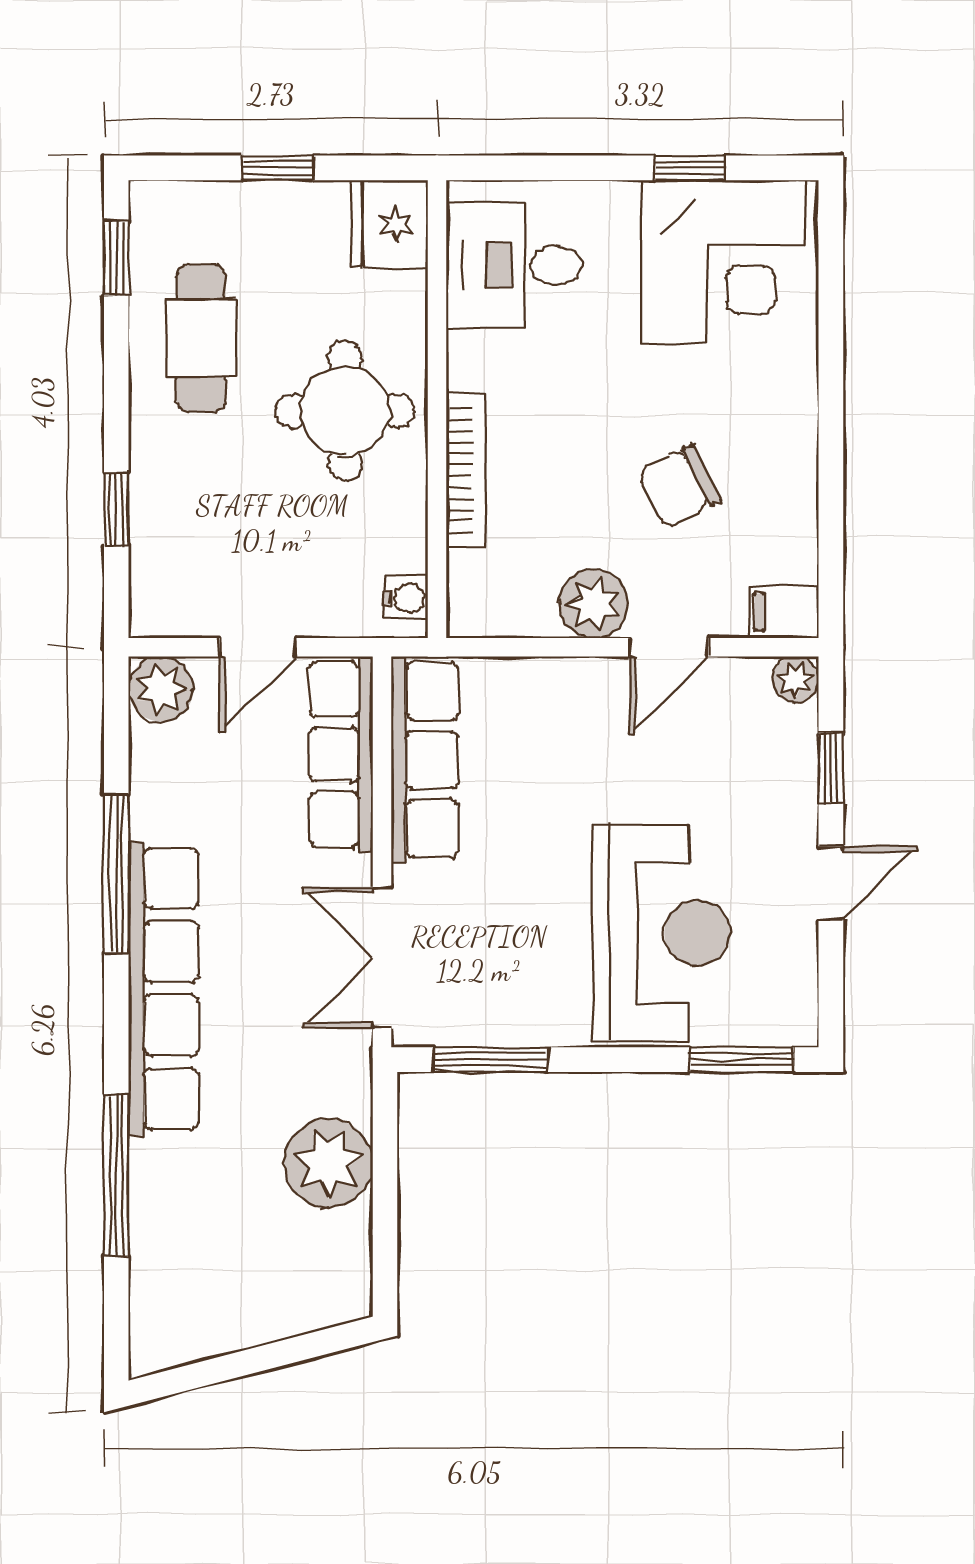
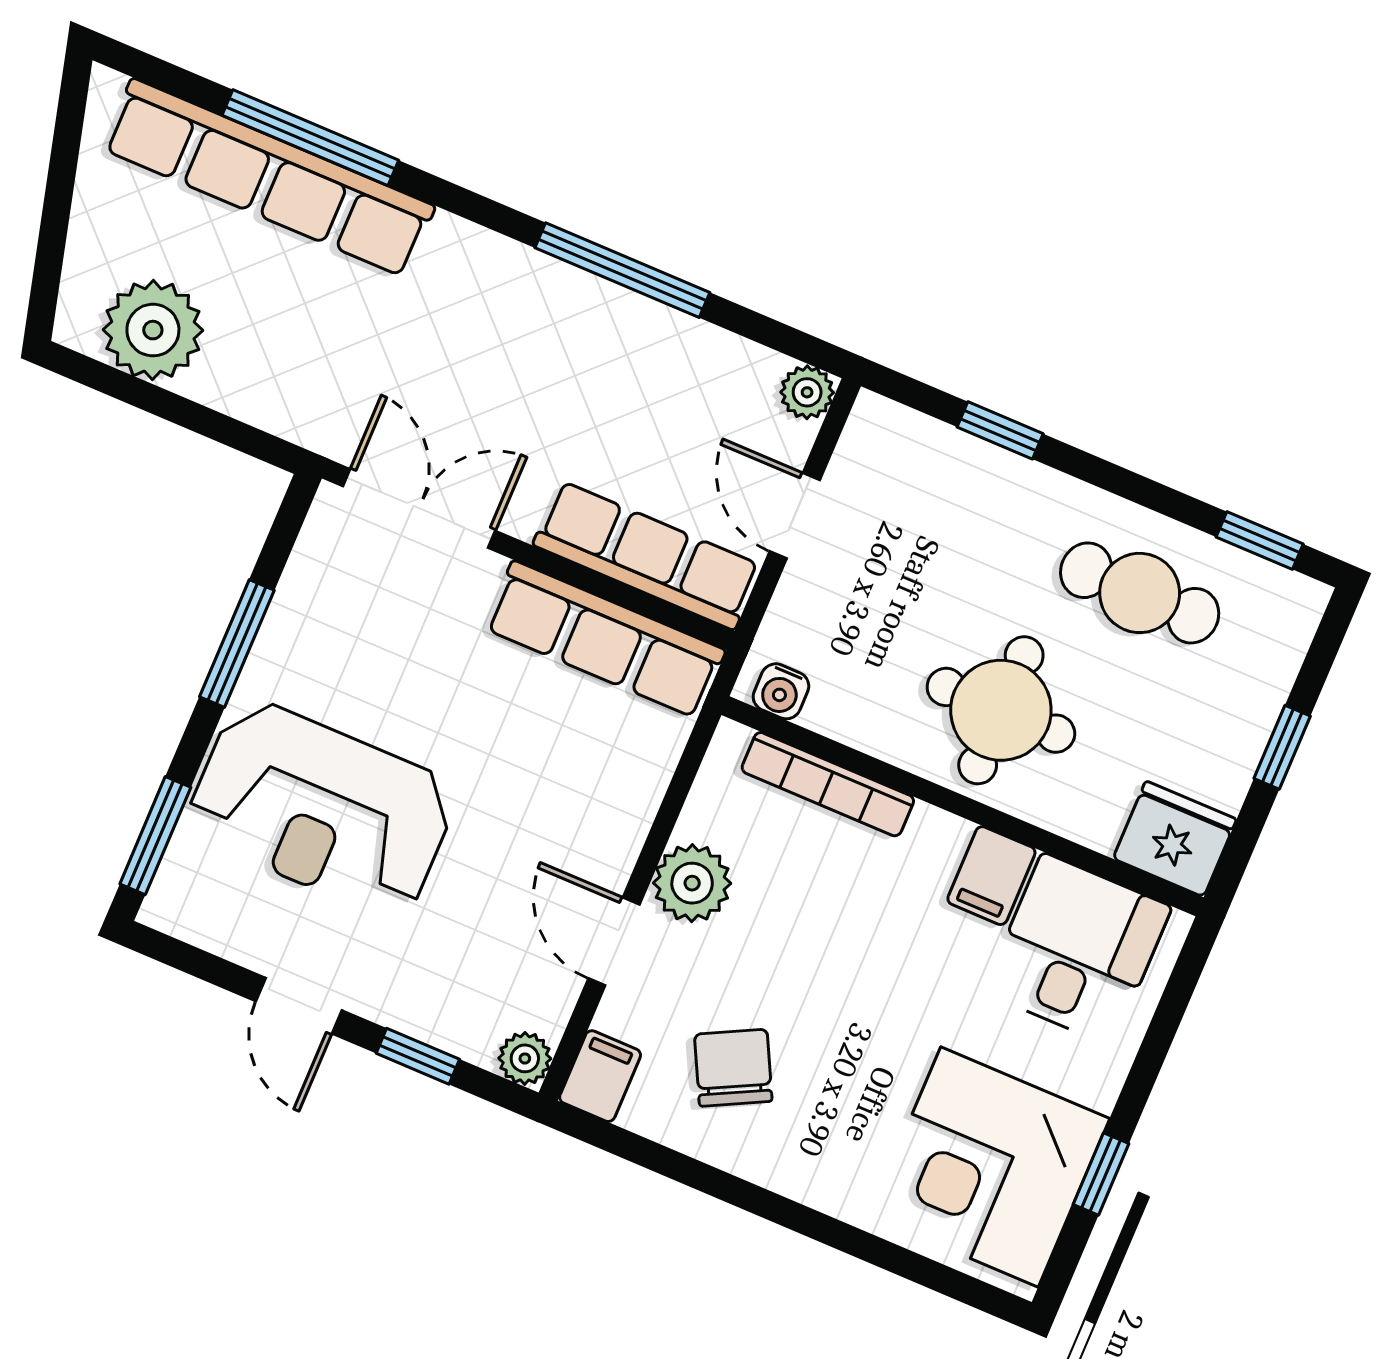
filing cabinet: (484, 361) -> (991, 876), added
bookcase: (466, 471) -> (828, 784), moved
chair: (679, 487) -> (733, 1068), moved
plant: (161, 689) -> (807, 392), width x0.73, depth x0.73
row of seats: (163, 988) -> (269, 177), moved
window: (490, 1060) -> (237, 643), moved
plant: (328, 1163) -> (153, 330), moved

